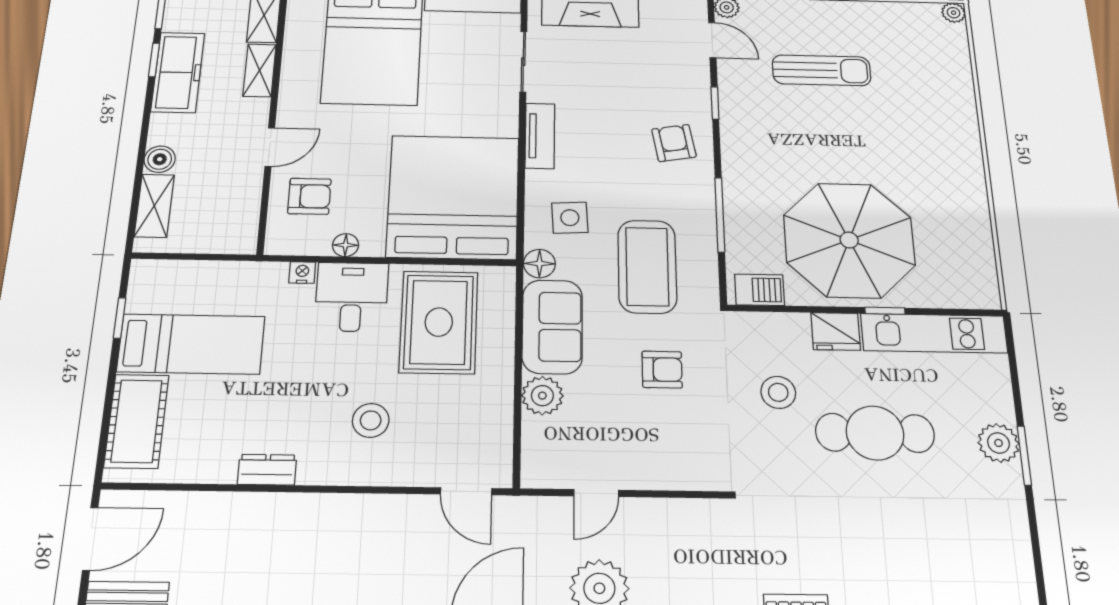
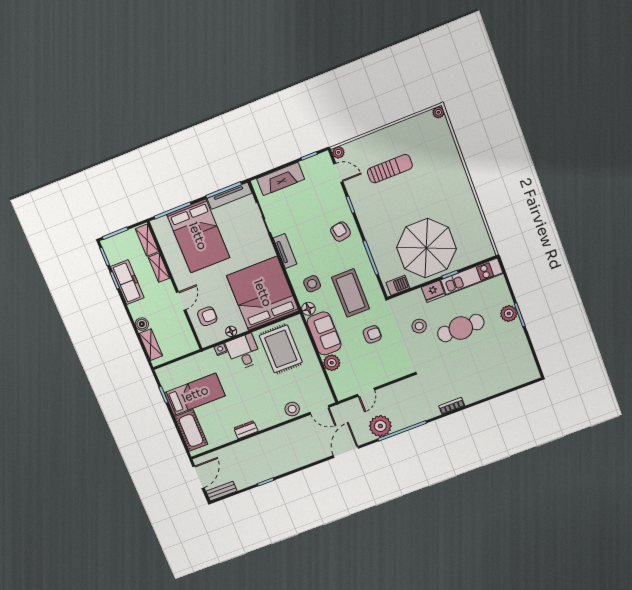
stool: (371, 420) -> (292, 409), moved

